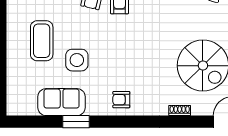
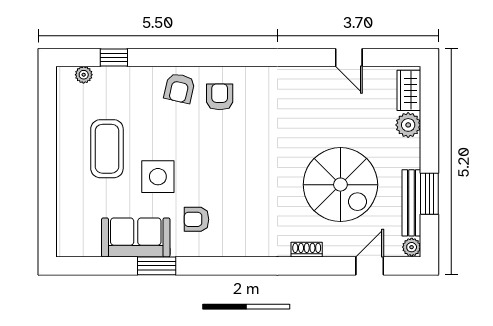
armchair: (121, 100) -> (196, 219), moved

